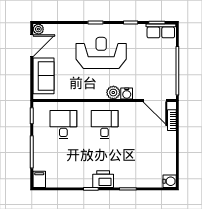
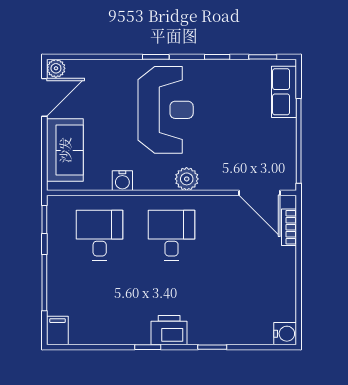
row of seats: (161, 31) -> (284, 92), moved, turned 90
reception desk: (101, 53) -> (166, 110), turned 90
water cooler: (127, 93) -> (122, 181), moved

